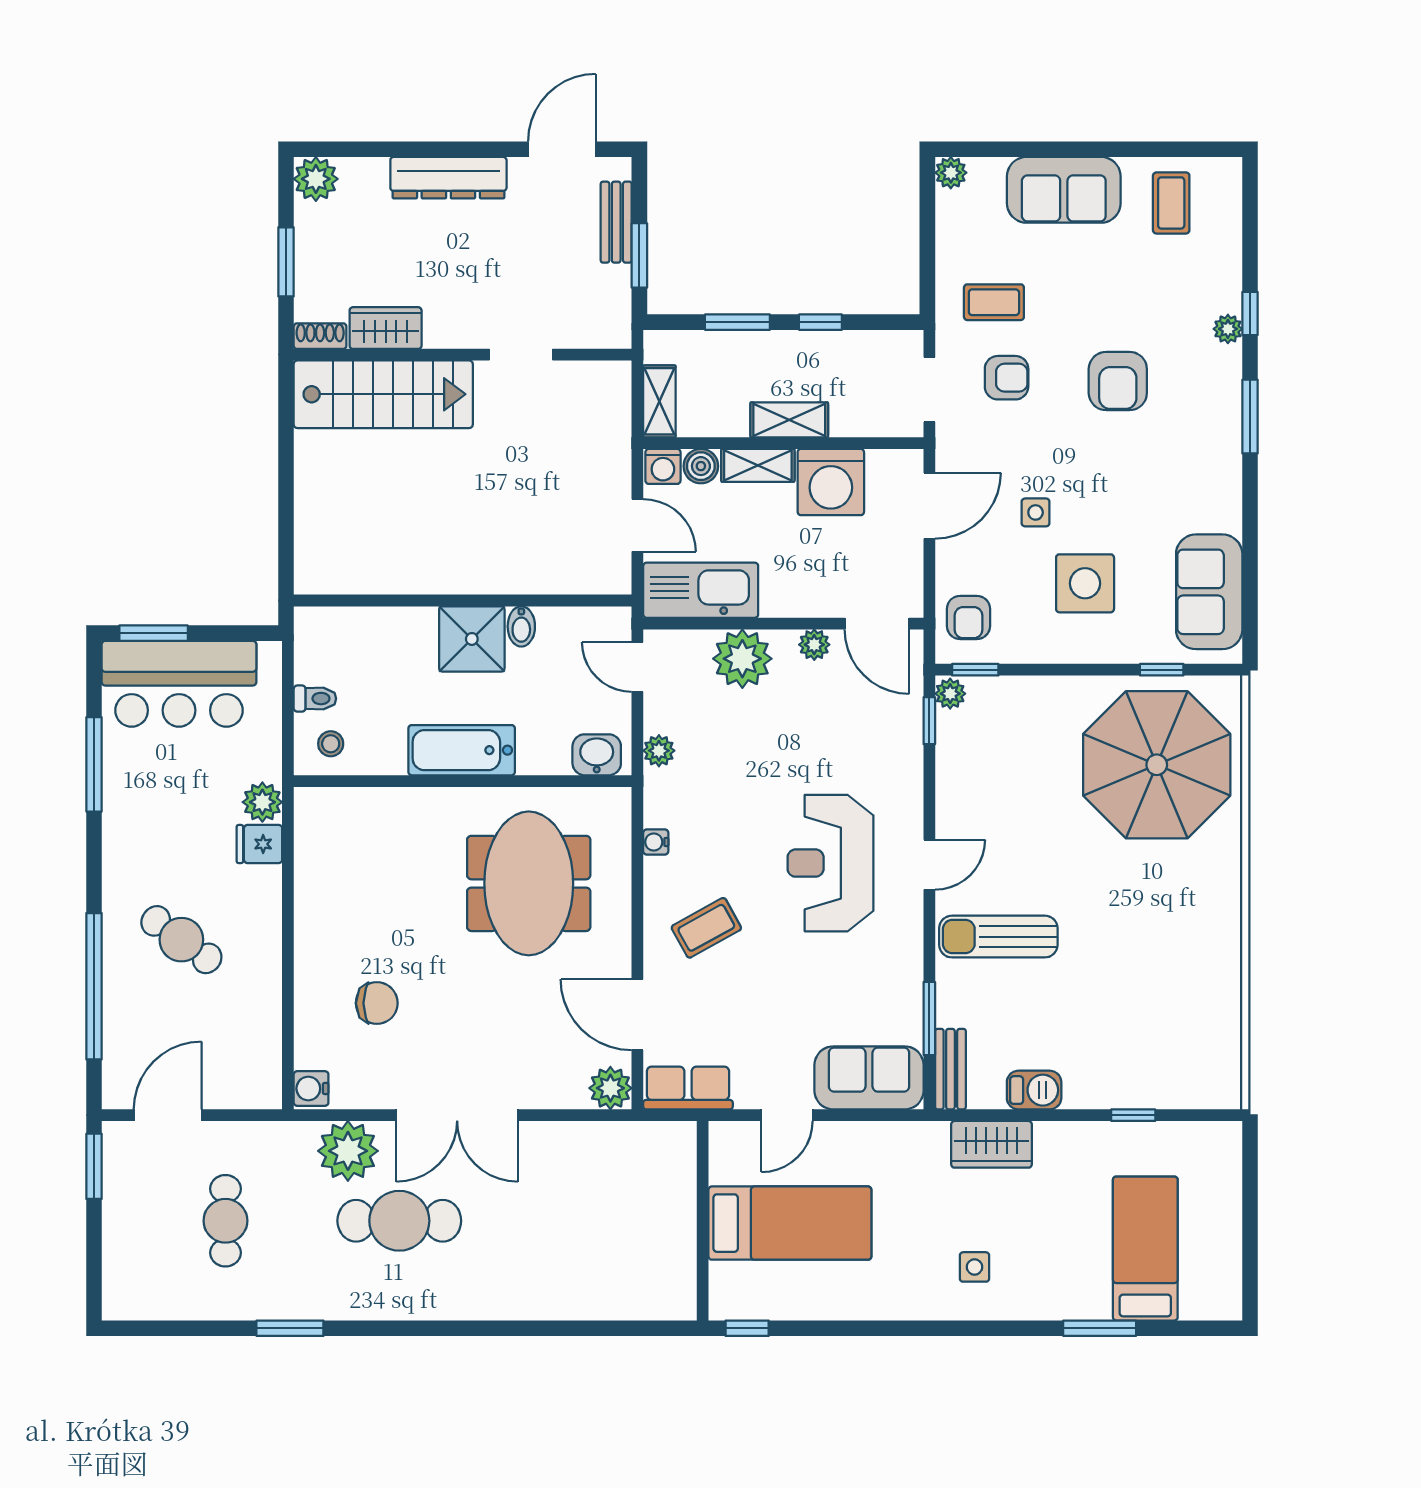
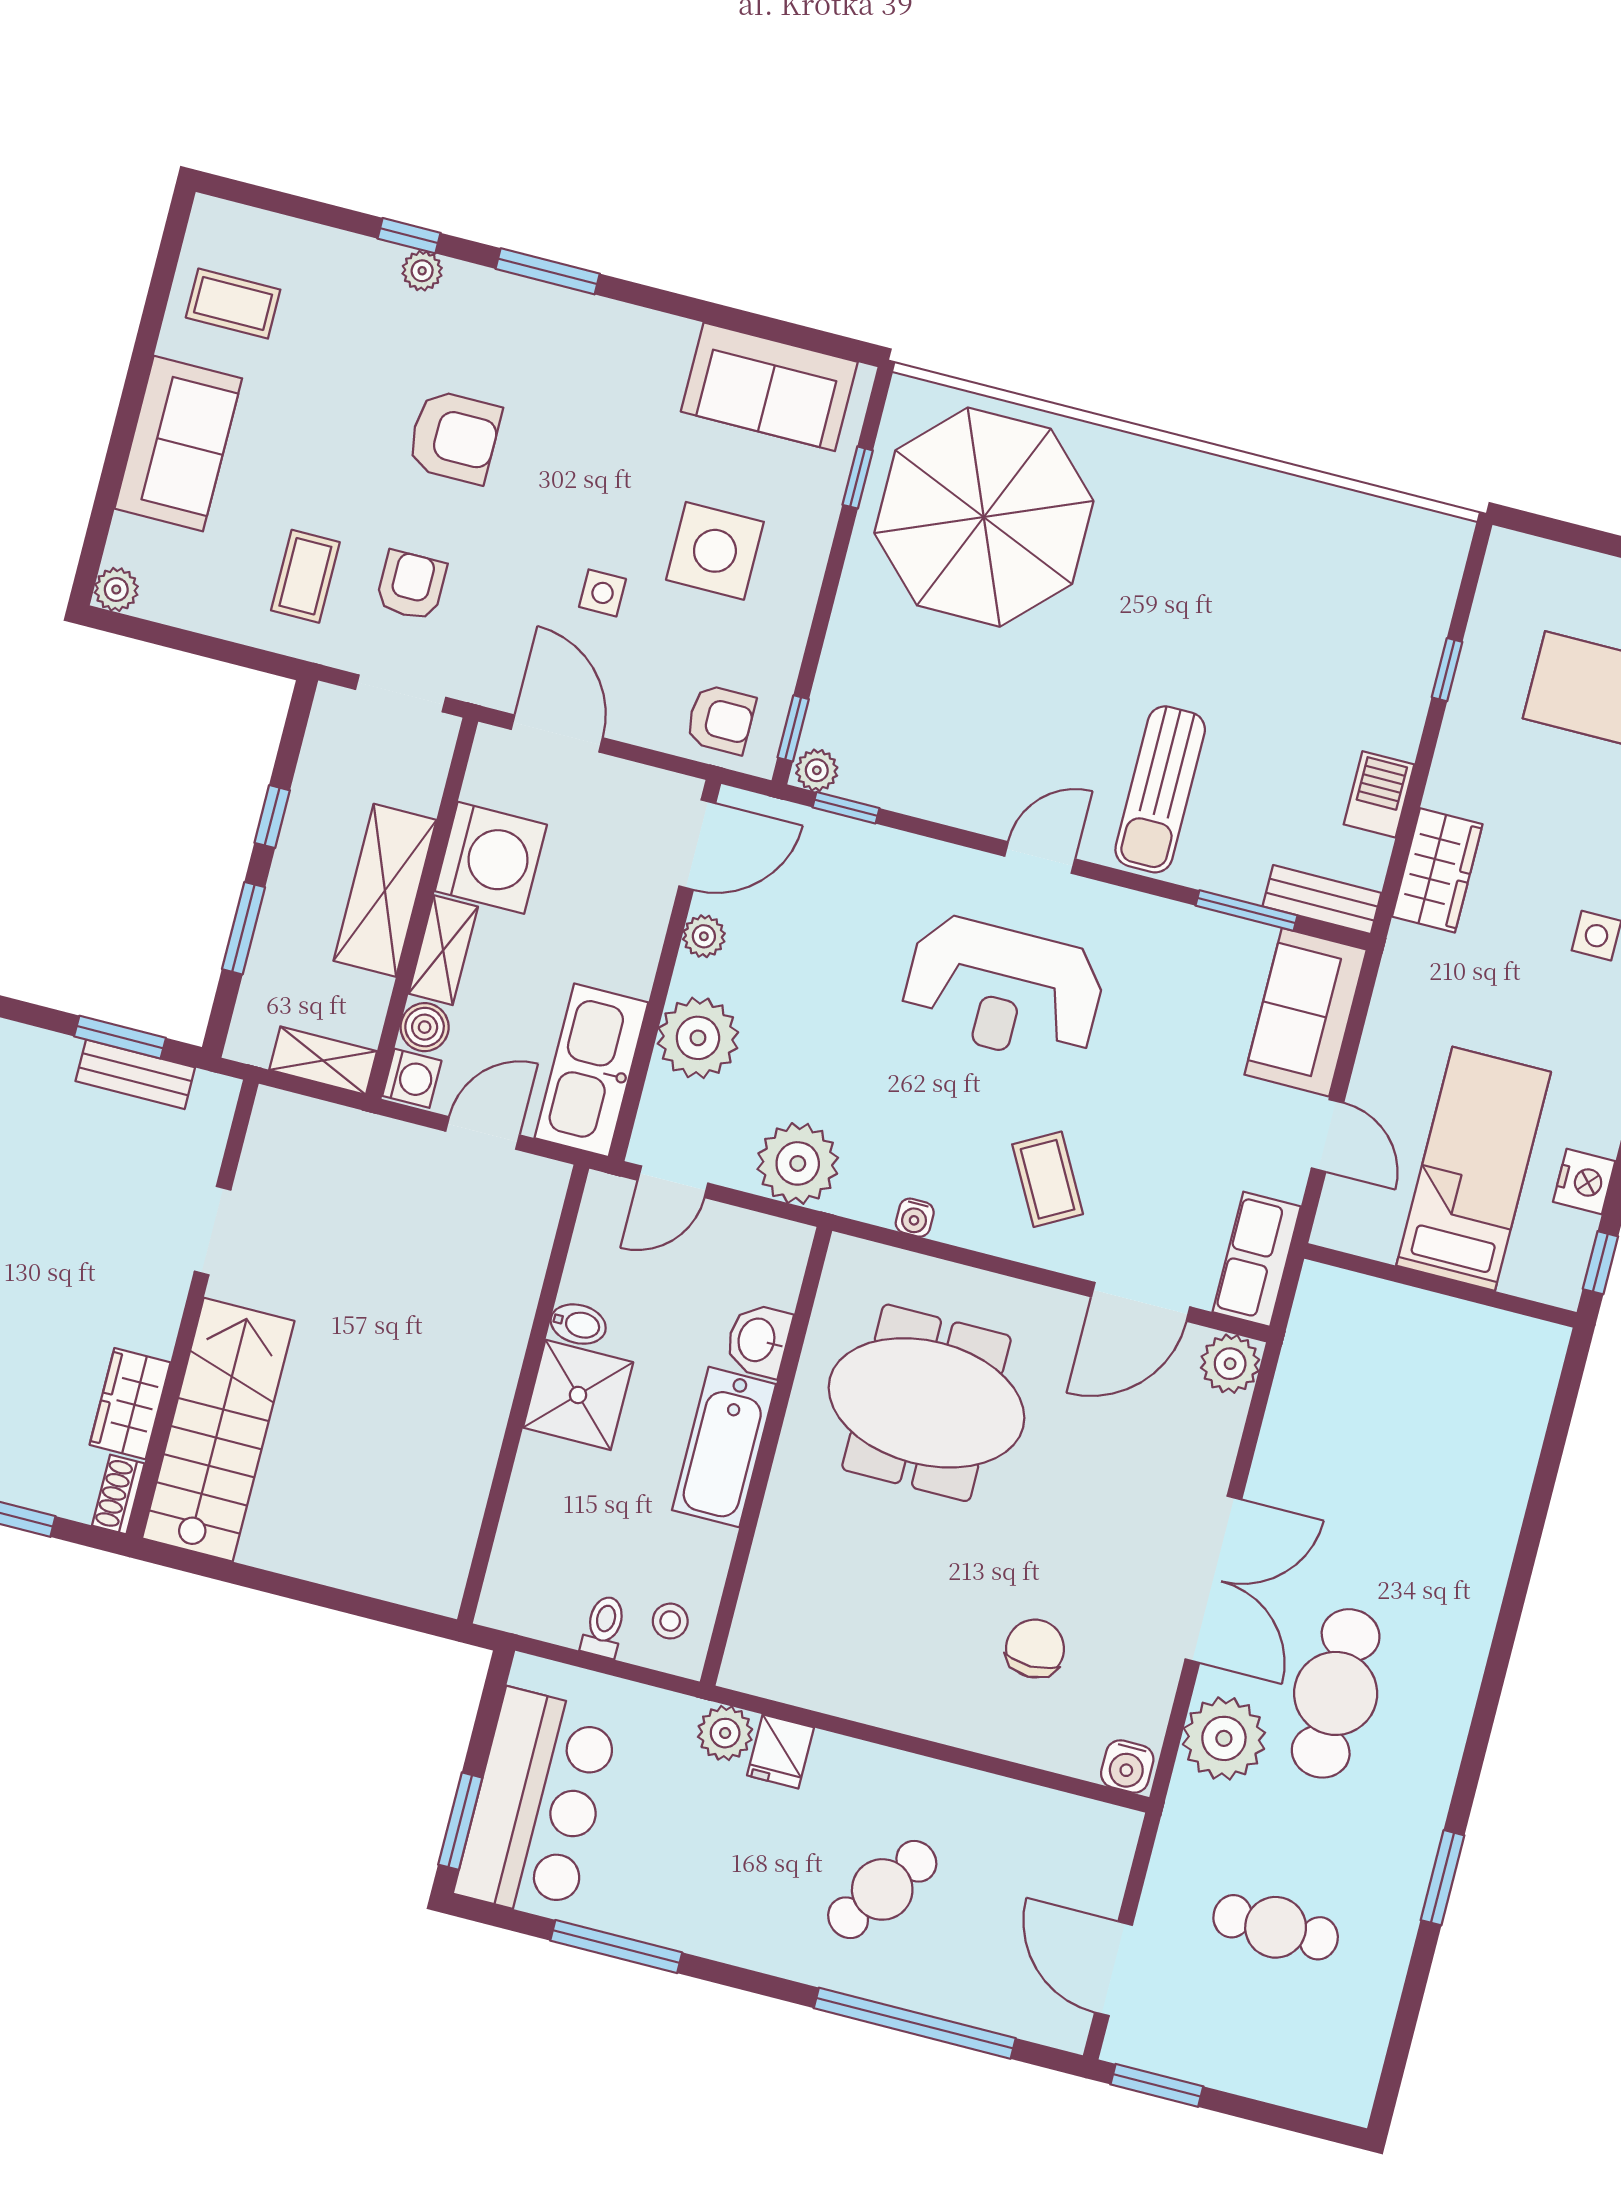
bench: (616, 222) -> (135, 1074), moved
shelving: (789, 420) -> (385, 890), width x1.50, depth x1.33
plant: (659, 751) -> (798, 1163), width x1.87, depth x1.87
washbasin: (597, 755) -> (758, 1340), moved
door: (929, 865) -> (1040, 857), hinge flipped
nightstand: (801, 1302) -> (1584, 1182), added

